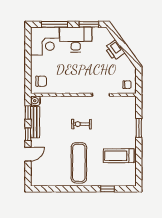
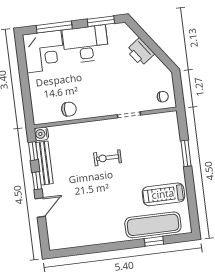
chair: (41, 81) -> (69, 109), moved
exercise mat: (79, 163) -> (153, 225), moved, turned 90

